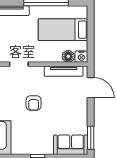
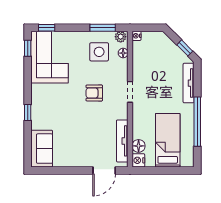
armchair: (34, 103) -> (94, 93), moved
window: (91, 138) -> (49, 170), removed

